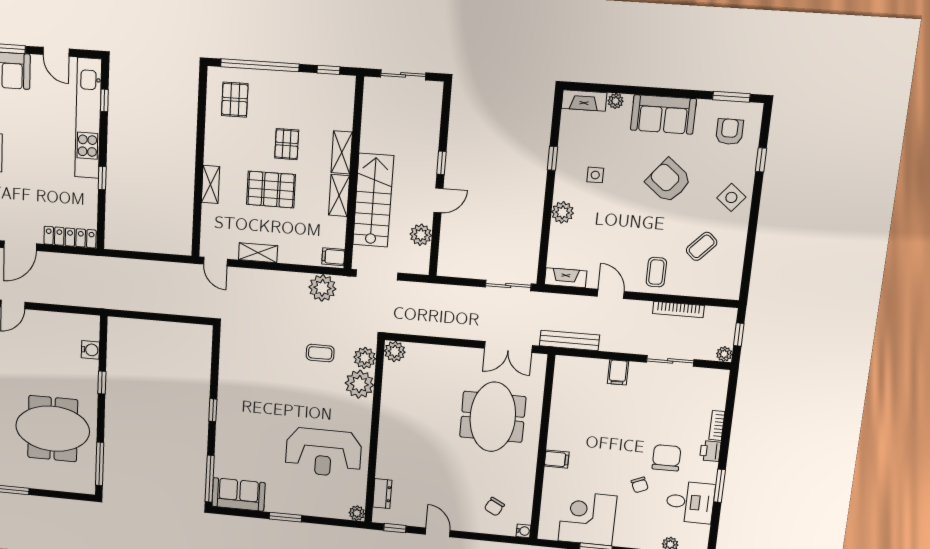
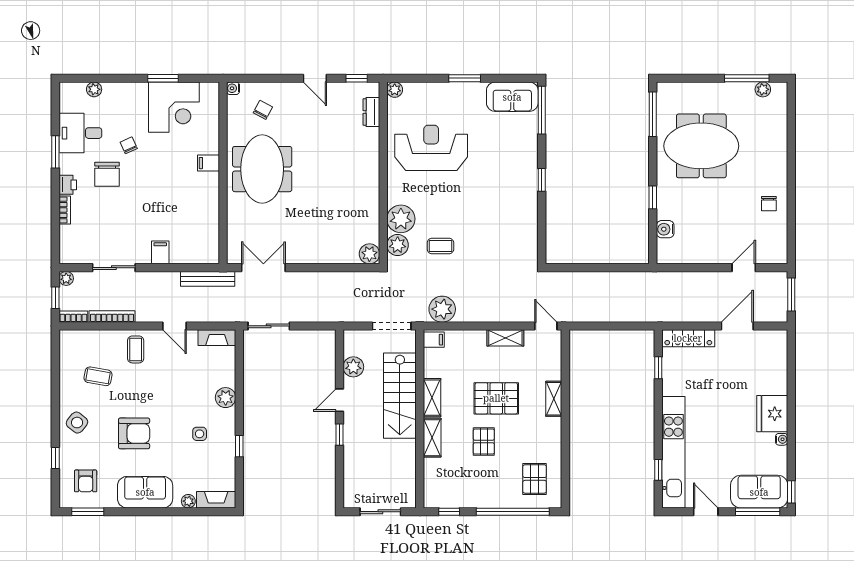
window: (102, 178) -> (658, 368), moved
armchair: (668, 181) -> (134, 433), turned -39
coffee table: (702, 246) -> (98, 376), turned 57
bookcase: (721, 313) -> (73, 317), added
meeting table: (493, 417) -> (262, 169), moved

